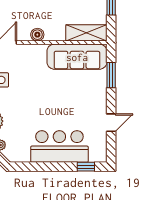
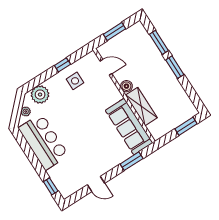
shelving: (86, 33) -> (141, 106), moved
bar counter: (59, 146) -> (43, 142), moved

